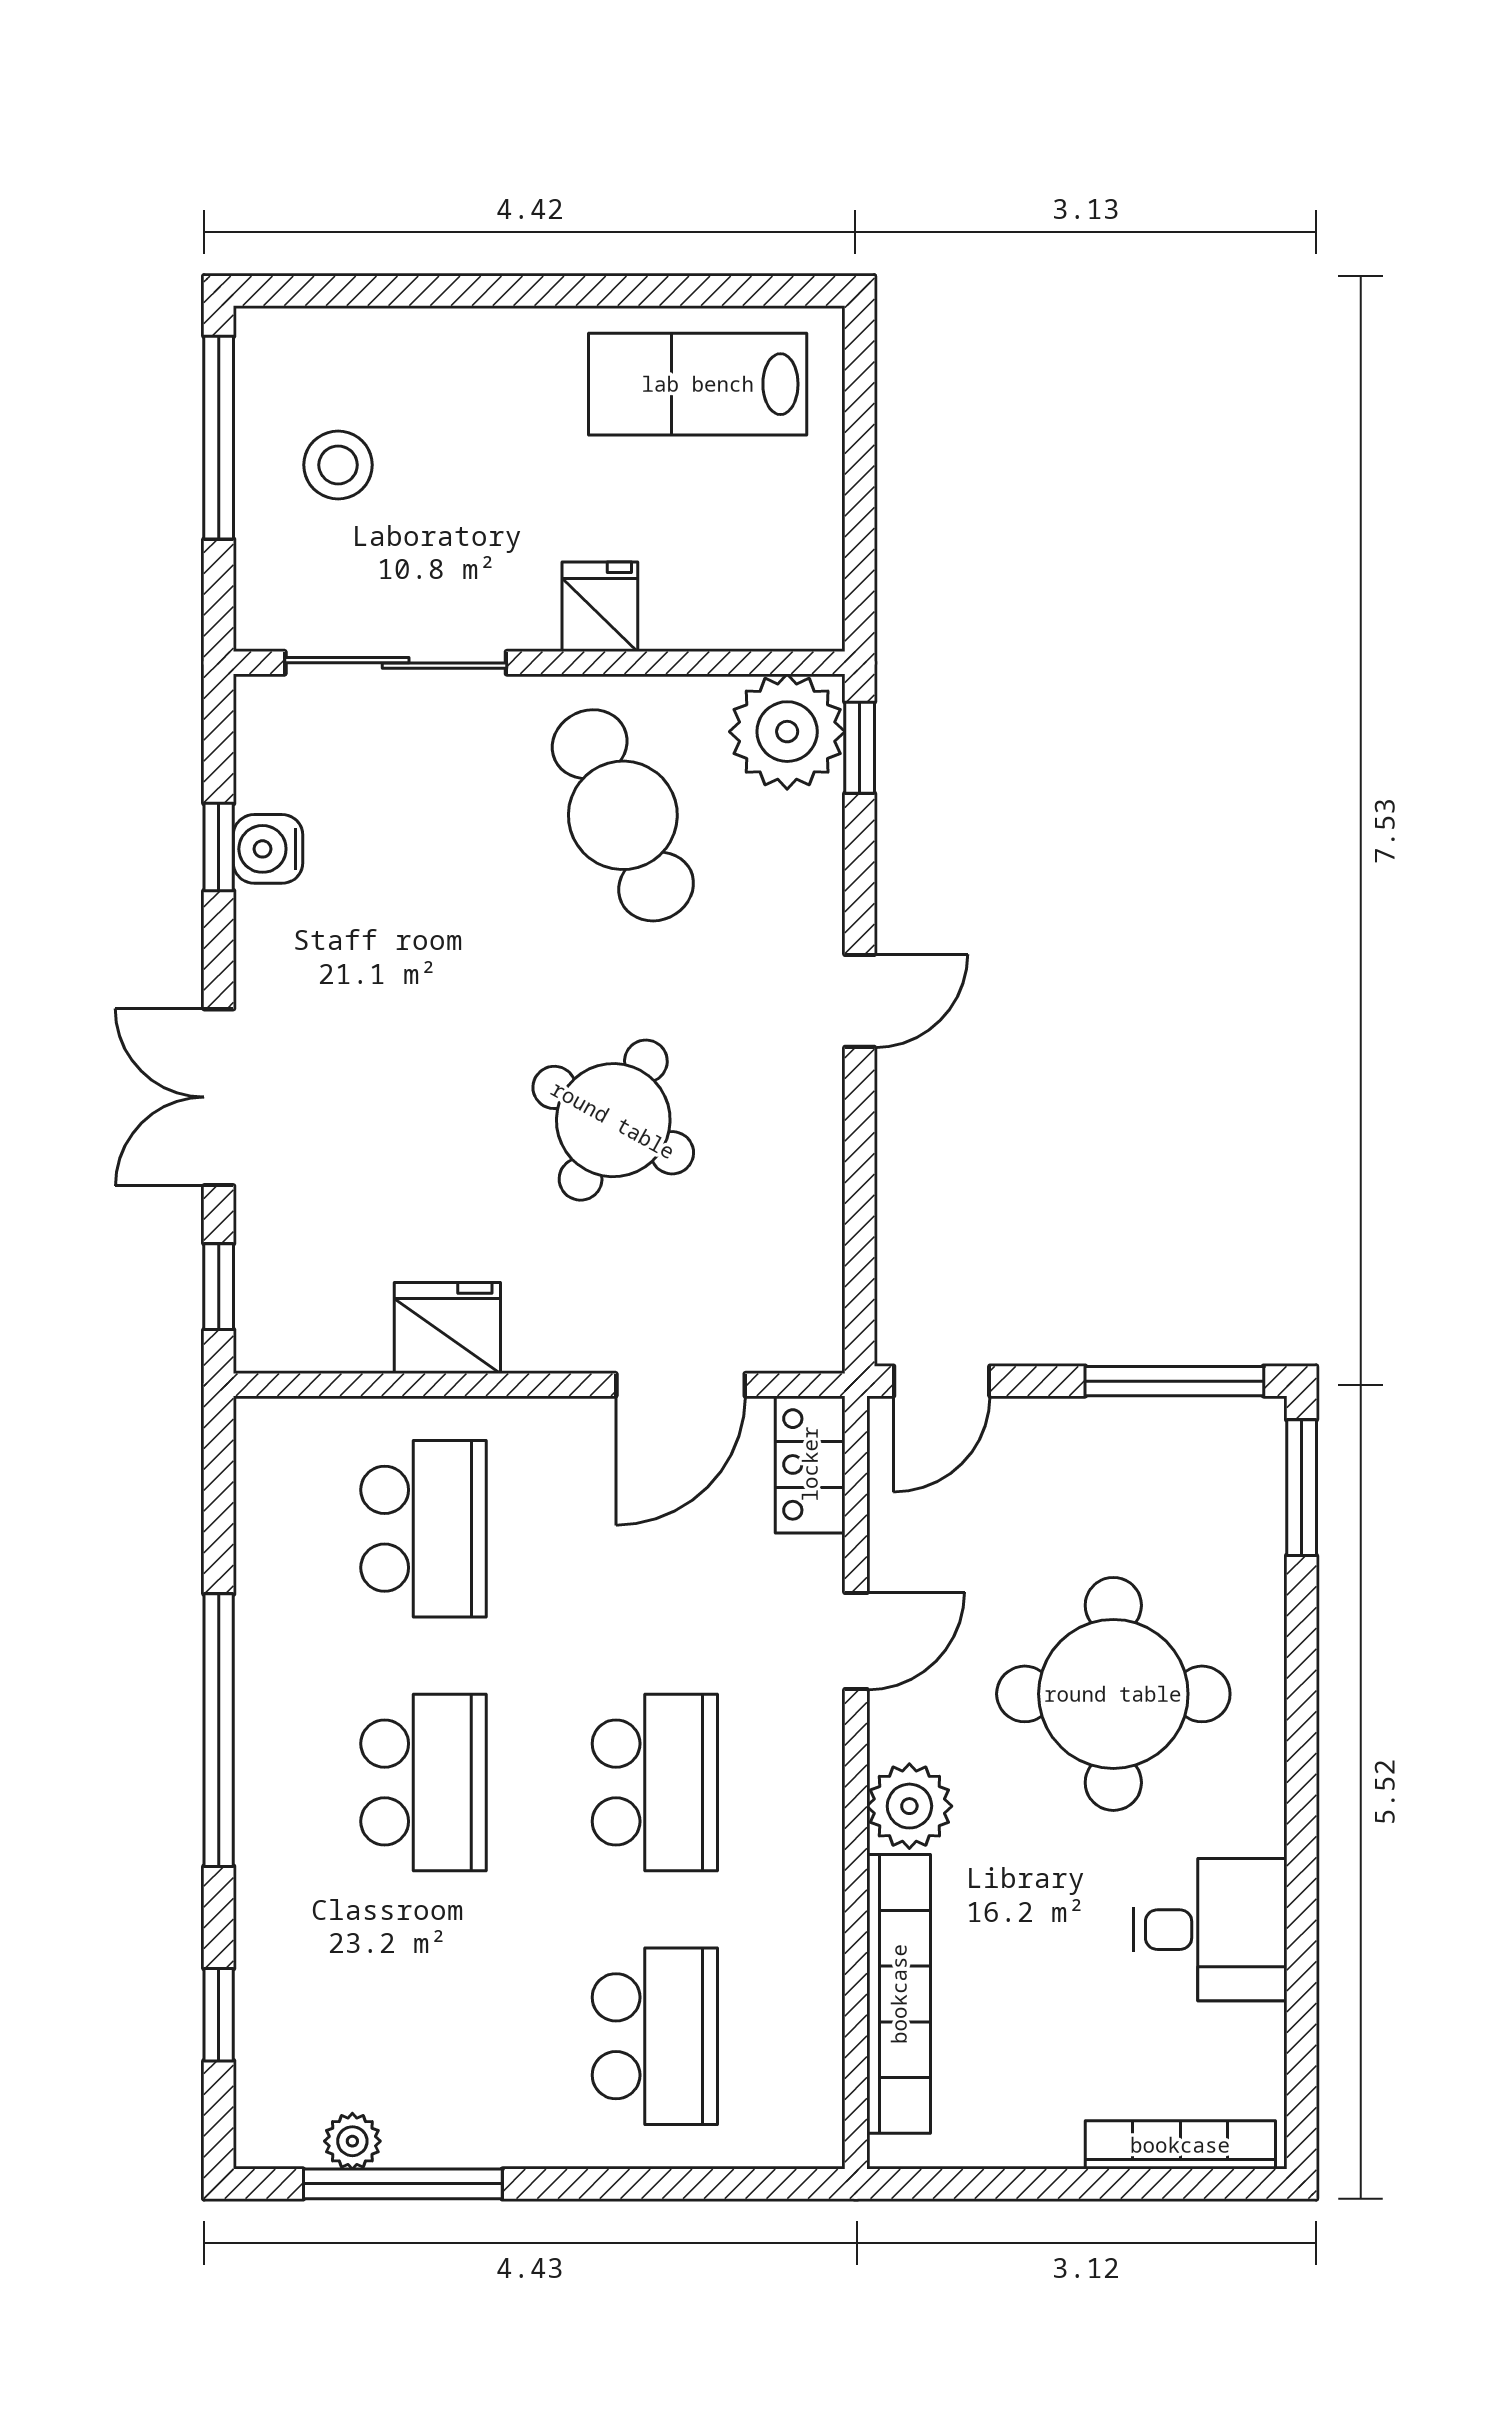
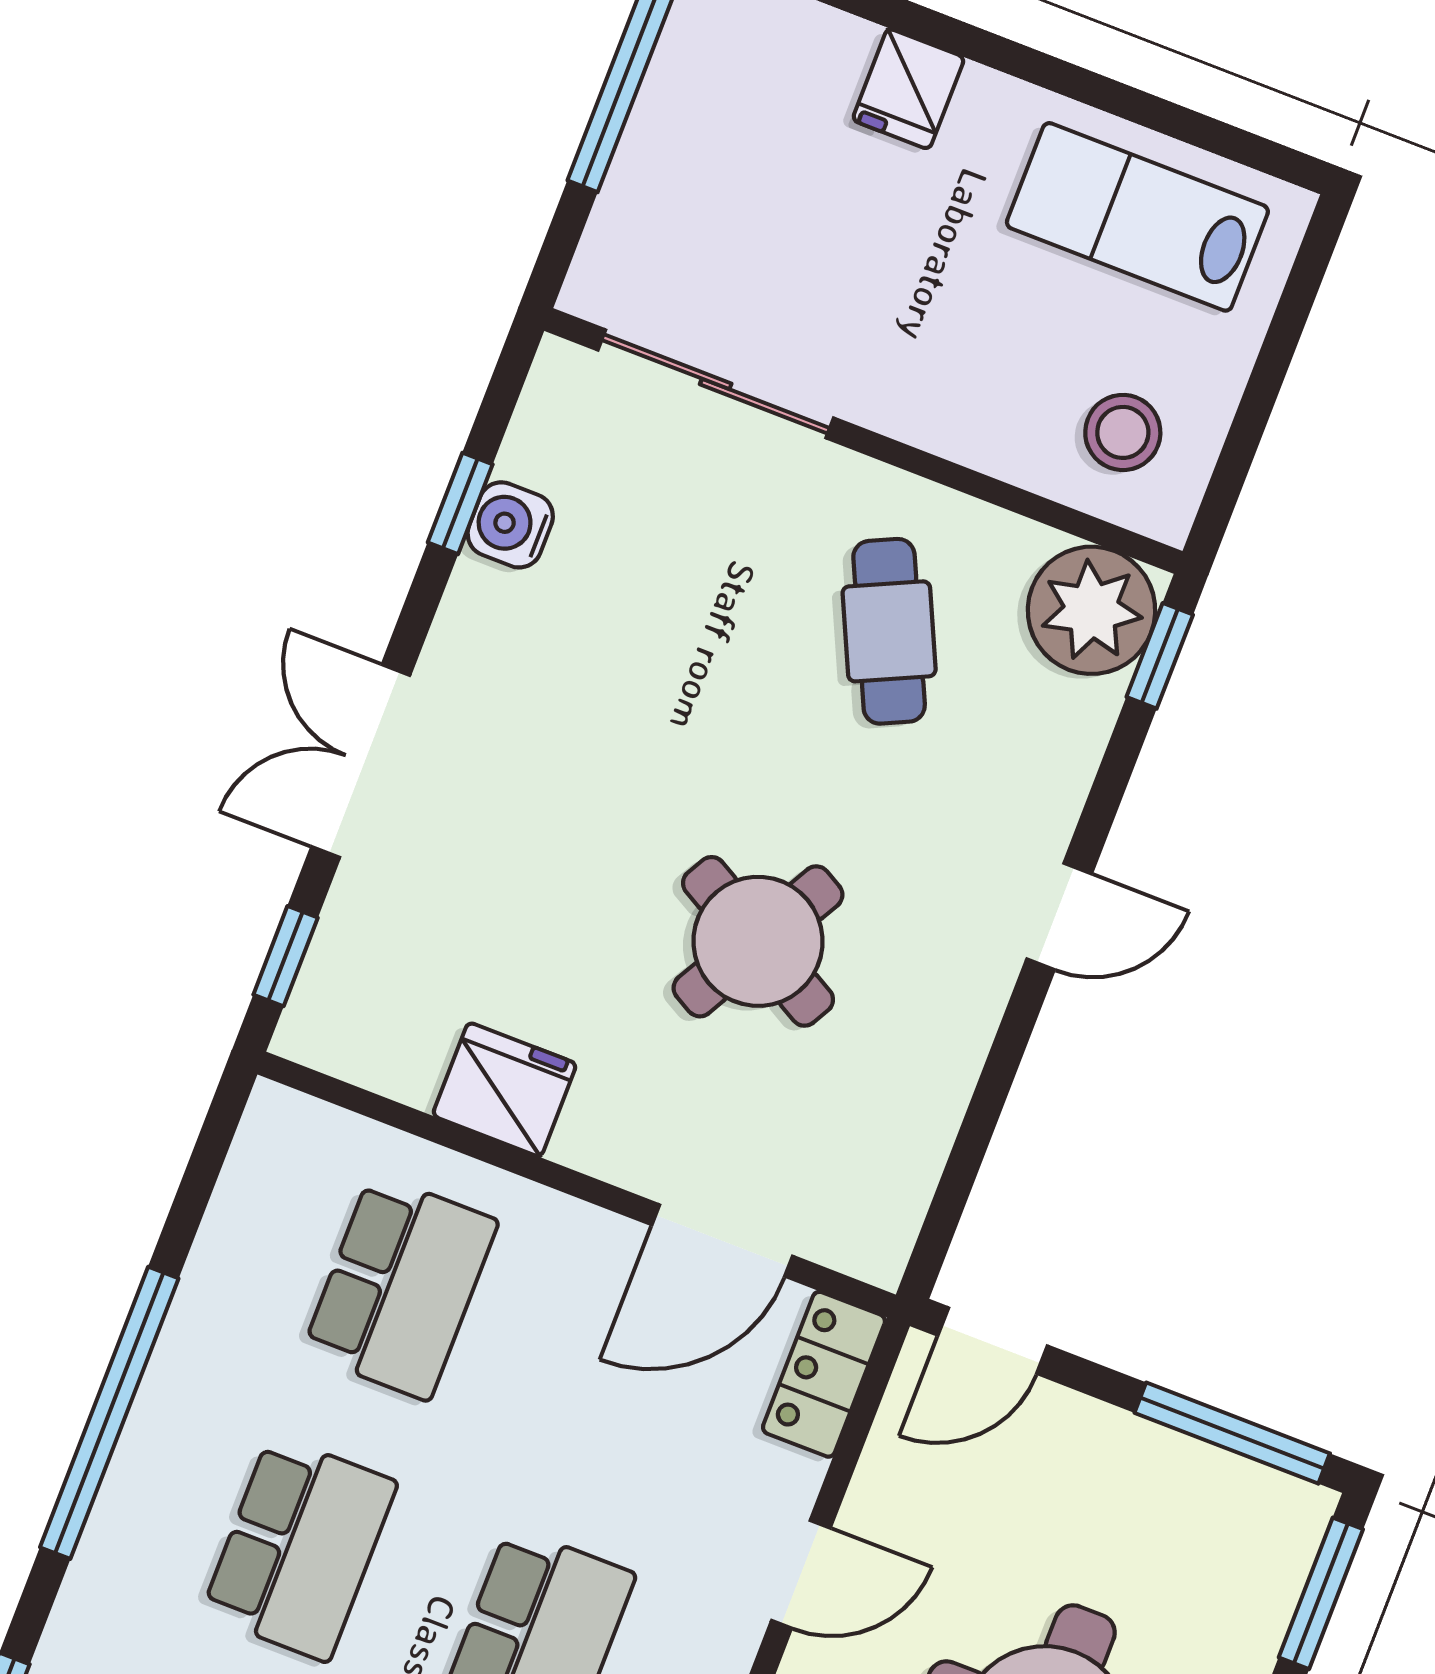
stool: (338, 465) -> (1123, 432), moved
fridge: (600, 607) -> (908, 89), moved, turned 180
cafe table: (623, 815) -> (889, 631), width x0.73, depth x0.74

